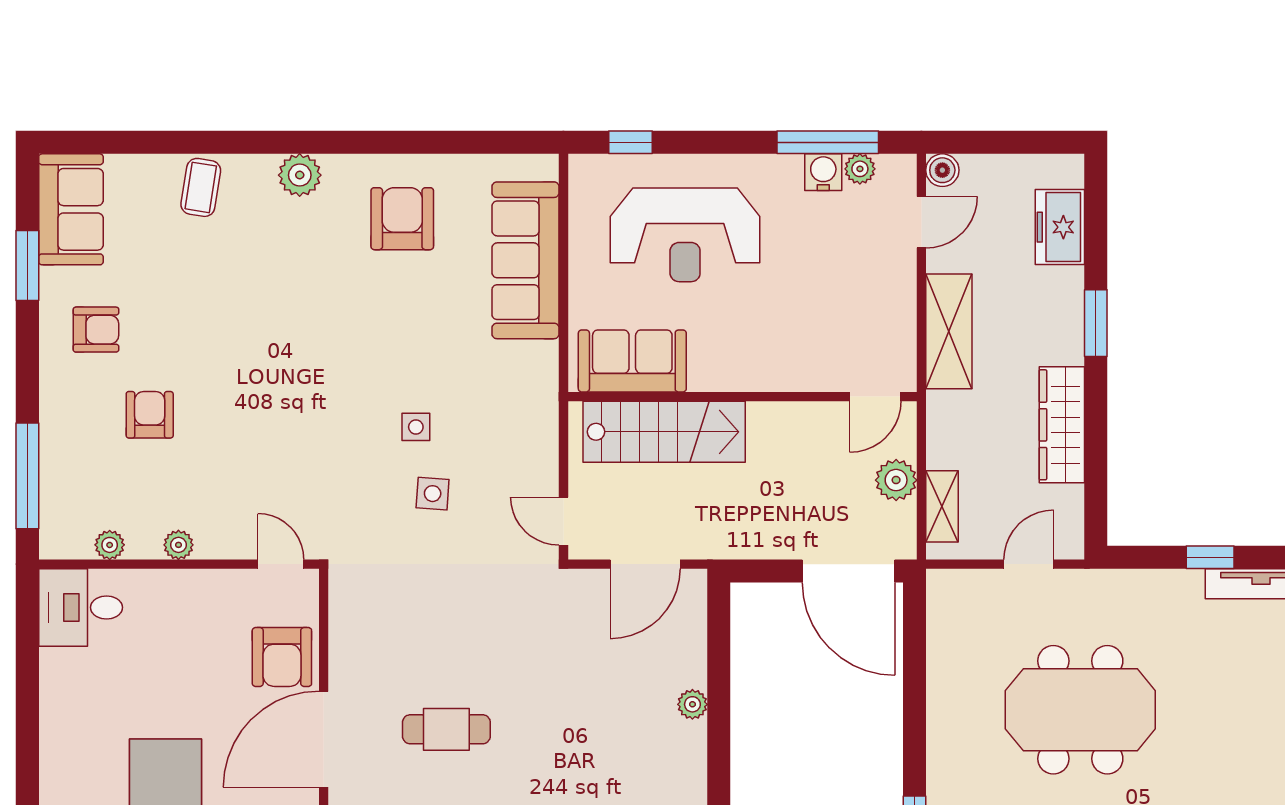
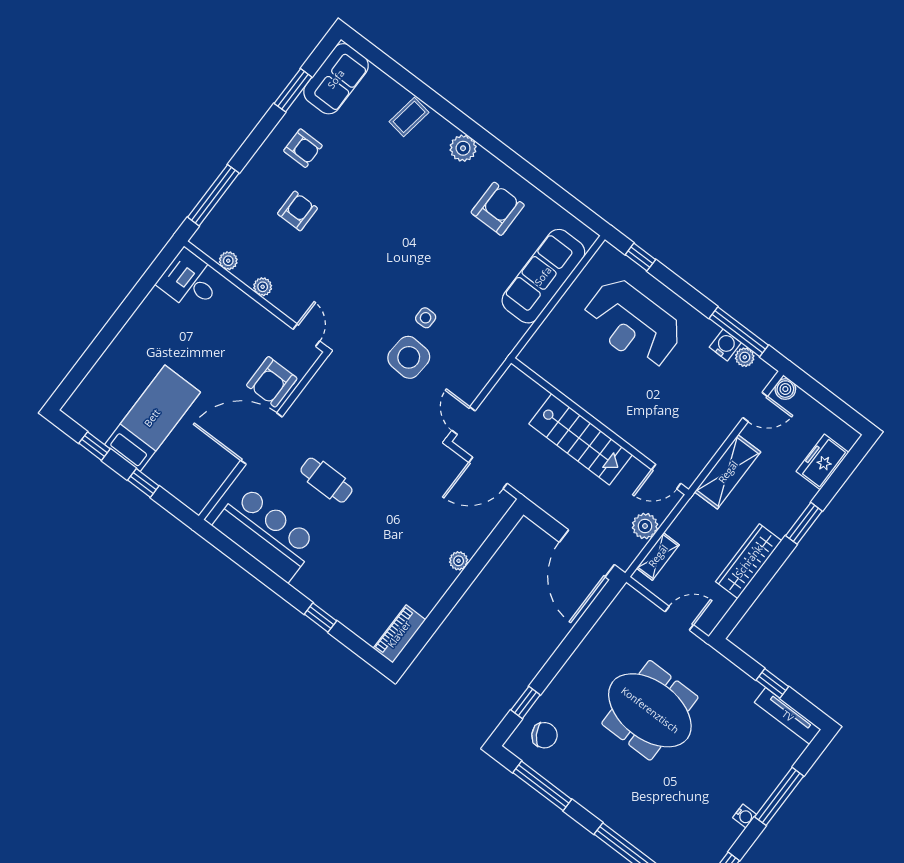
sofa: (632, 361) -> (559, 367), removed
stairs: (664, 432) -> (581, 439), moved
side table: (433, 494) -> (409, 357), width x1.87, depth x1.87

